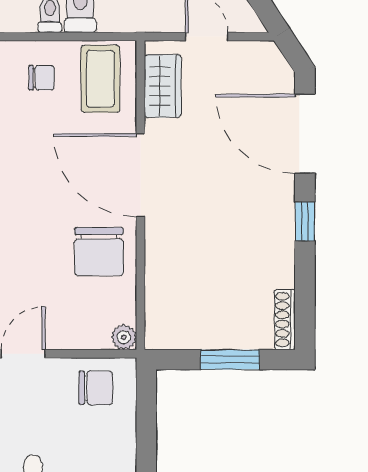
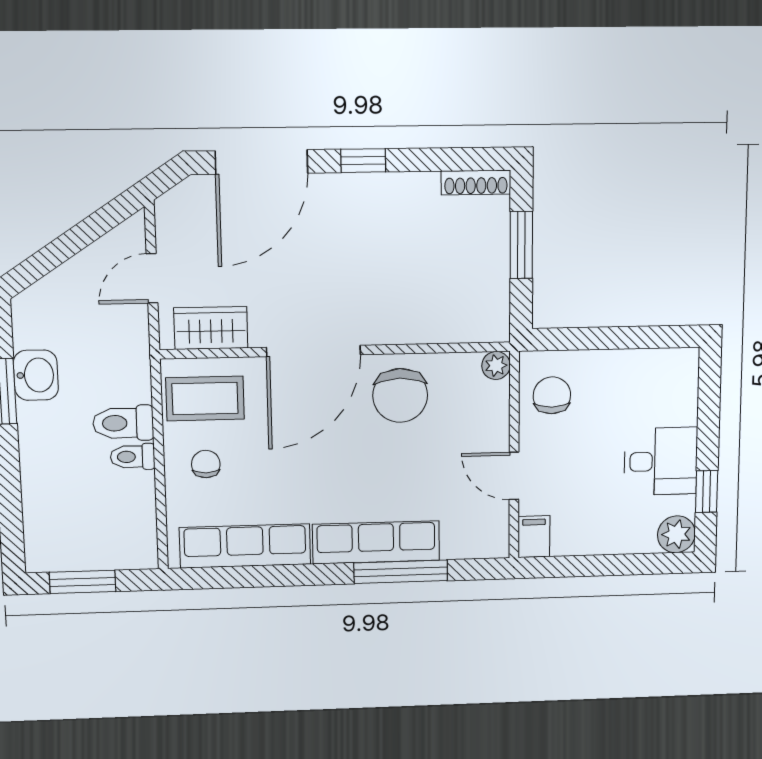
chair: (99, 251) -> (400, 395), turned 90

